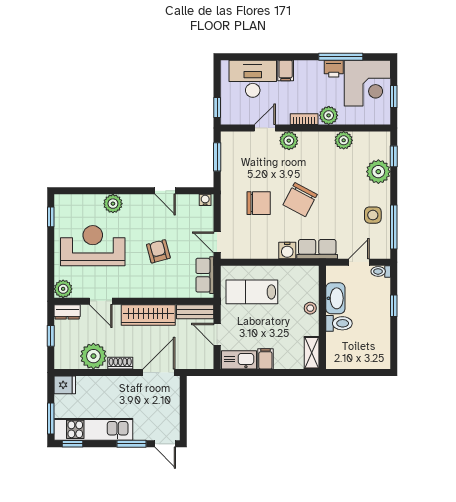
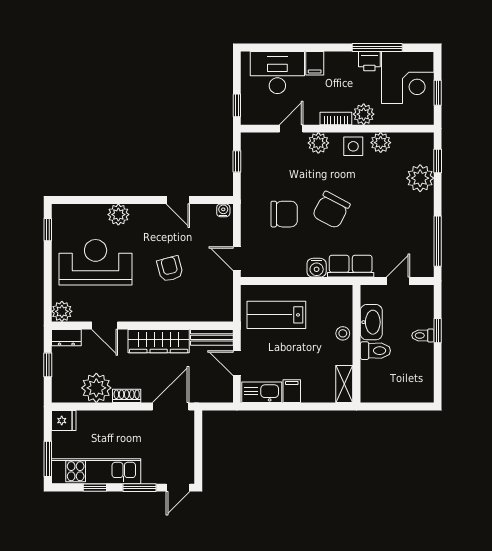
window: (217, 157) -> (237, 161), width x0.67
side table: (373, 215) -> (353, 146), moved
toilet: (381, 271) -> (423, 335), moved
row of seats: (205, 275) -> (223, 296), removed
window: (73, 444) -> (95, 488), moved
door: (165, 444) -> (178, 488), hinge flipped

